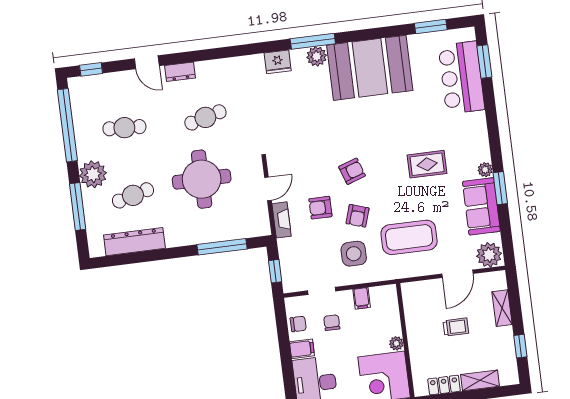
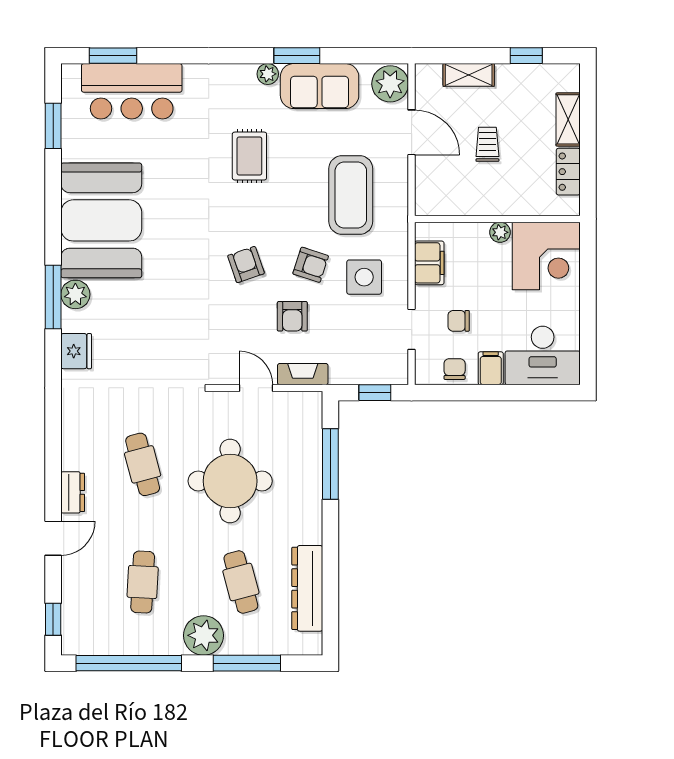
filing cabinet: (362, 298) -> (429, 263), width x2.00

